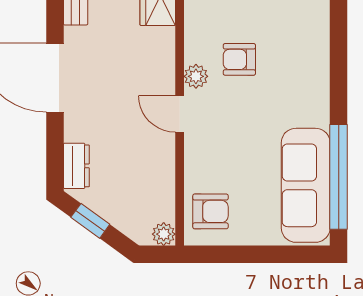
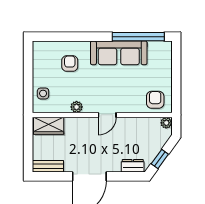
armchair: (239, 59) -> (70, 63), moved, turned 180
plant: (196, 76) -> (77, 107), moved
sofa: (306, 185) -> (119, 53), moved

